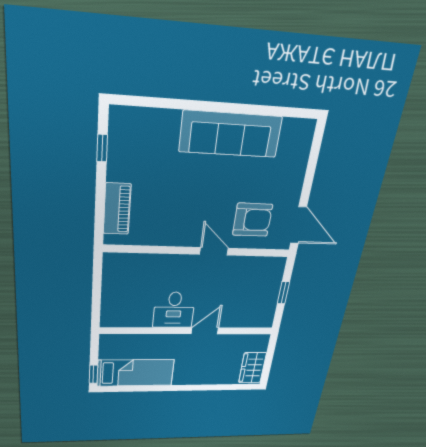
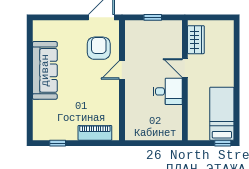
wardrobe: (252, 368) -> (196, 40), moved, turned -90

